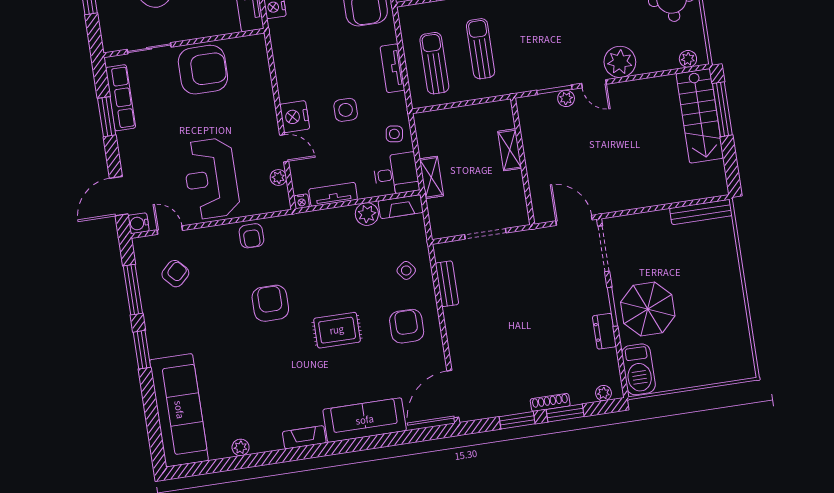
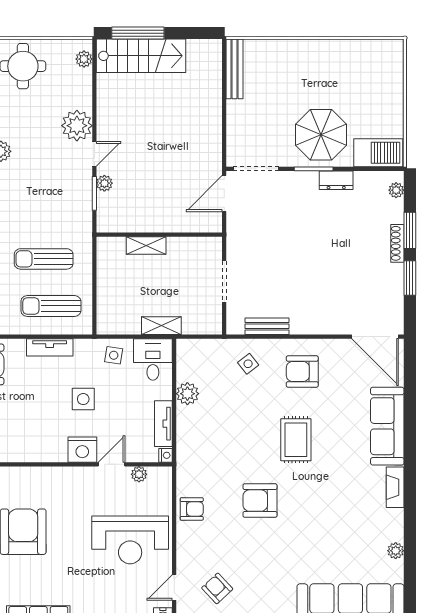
fireplace: (401, 207) -> (185, 360), removed

